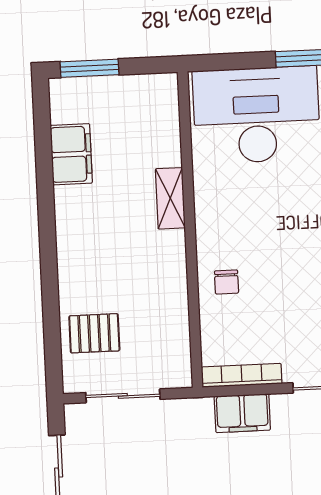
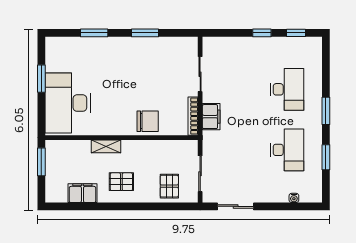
window: (90, 68) -> (41, 162), moved
pallet: (99, 234) -> (121, 182), added
chair: (226, 282) -> (148, 121), width x1.87, depth x1.87

